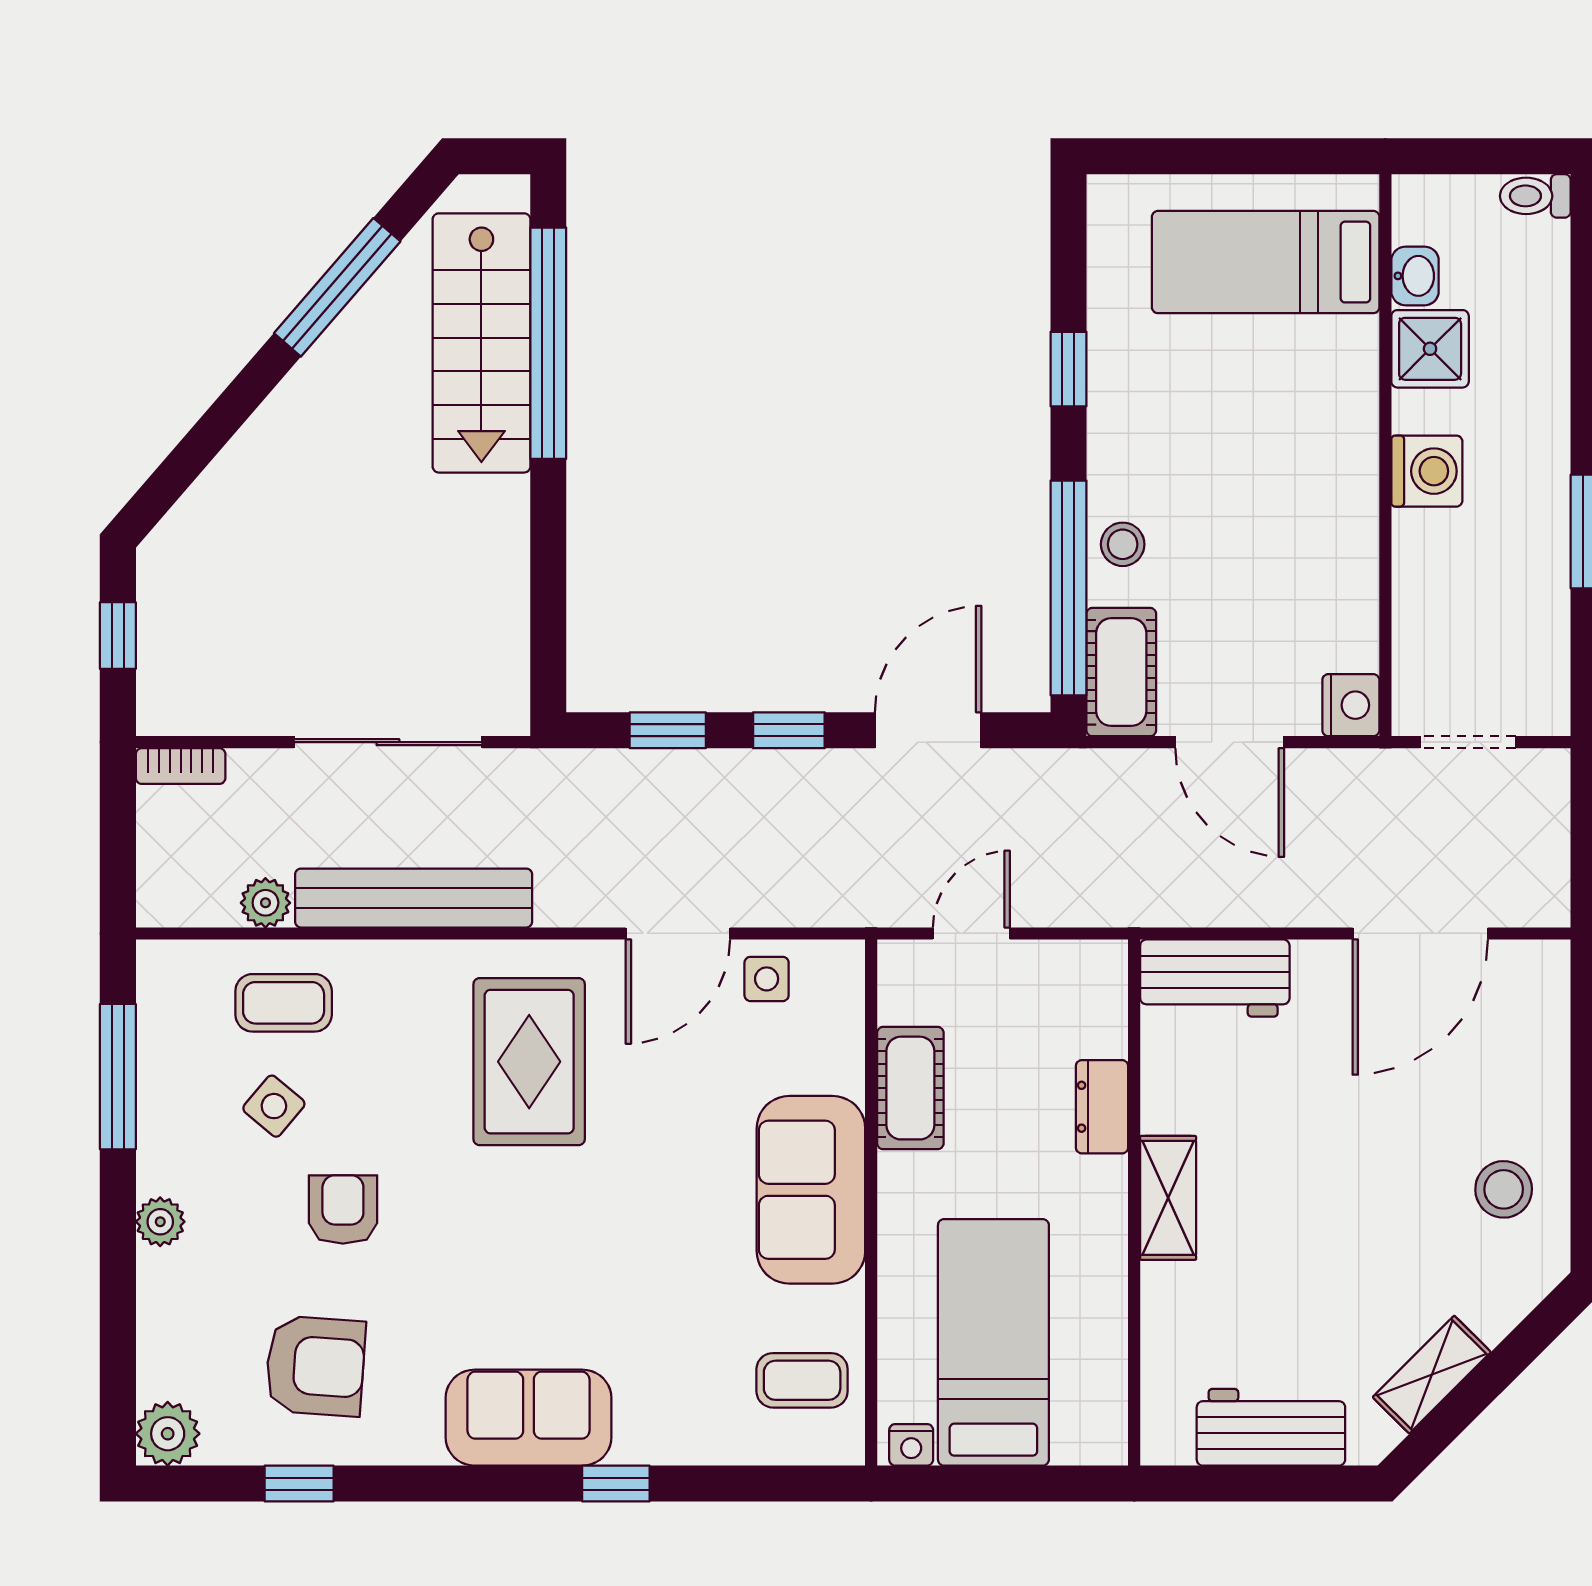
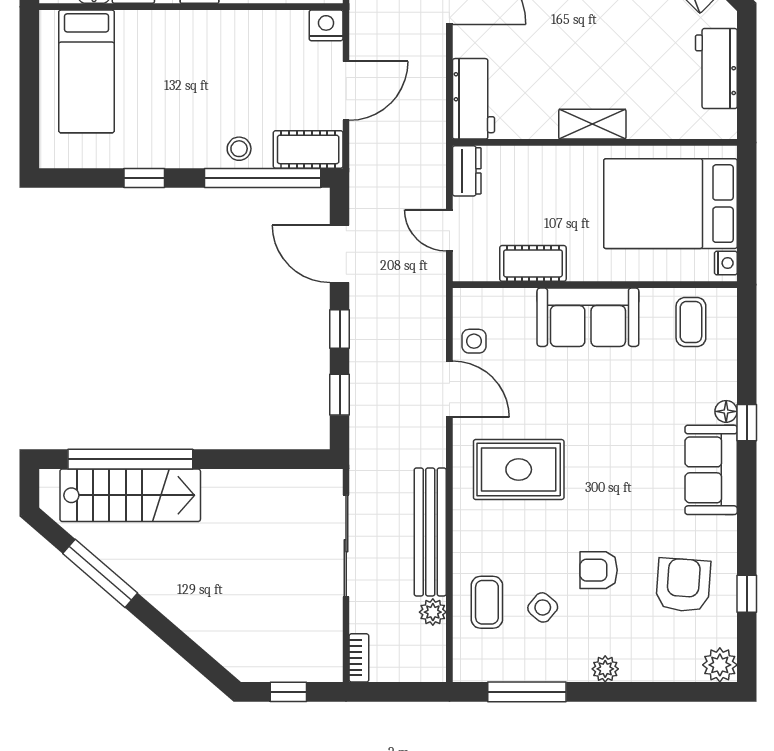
dresser: (1102, 1107) -> (467, 171), moved, turned -90
bed: (993, 1342) -> (670, 204), width x1.50
floor lamp: (637, 1445) -> (726, 411), added

